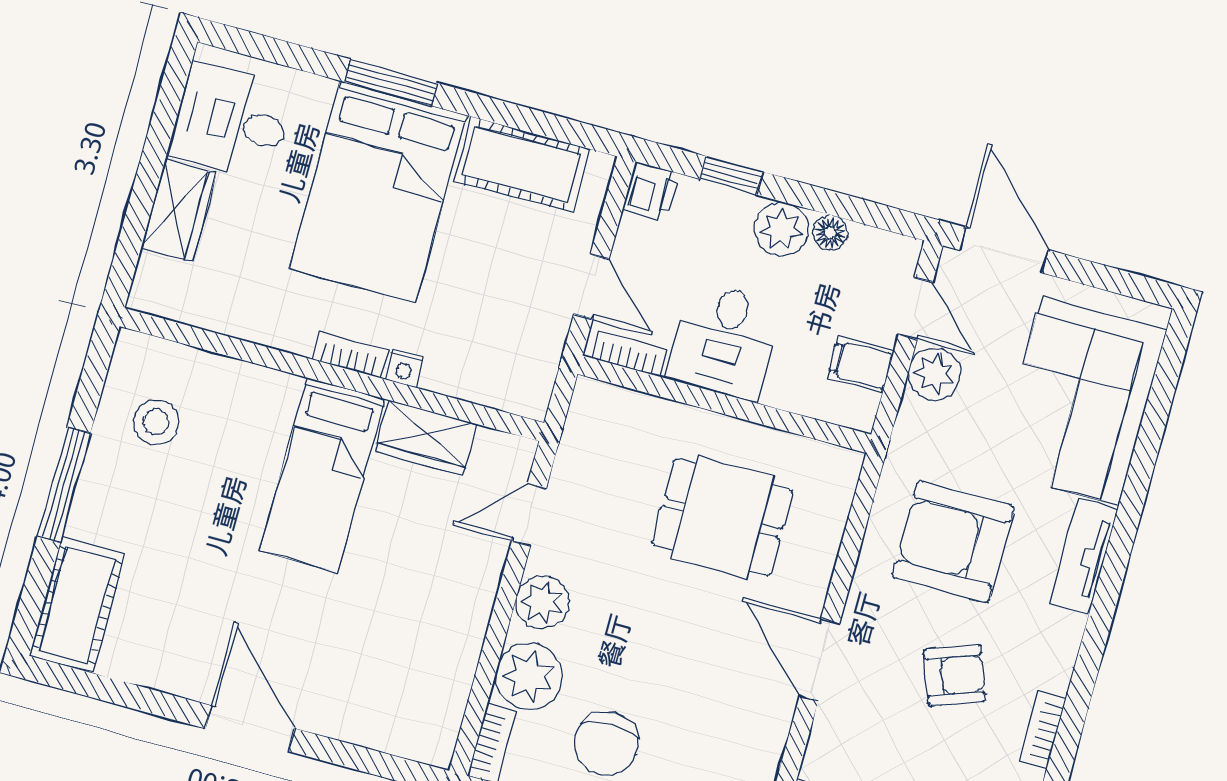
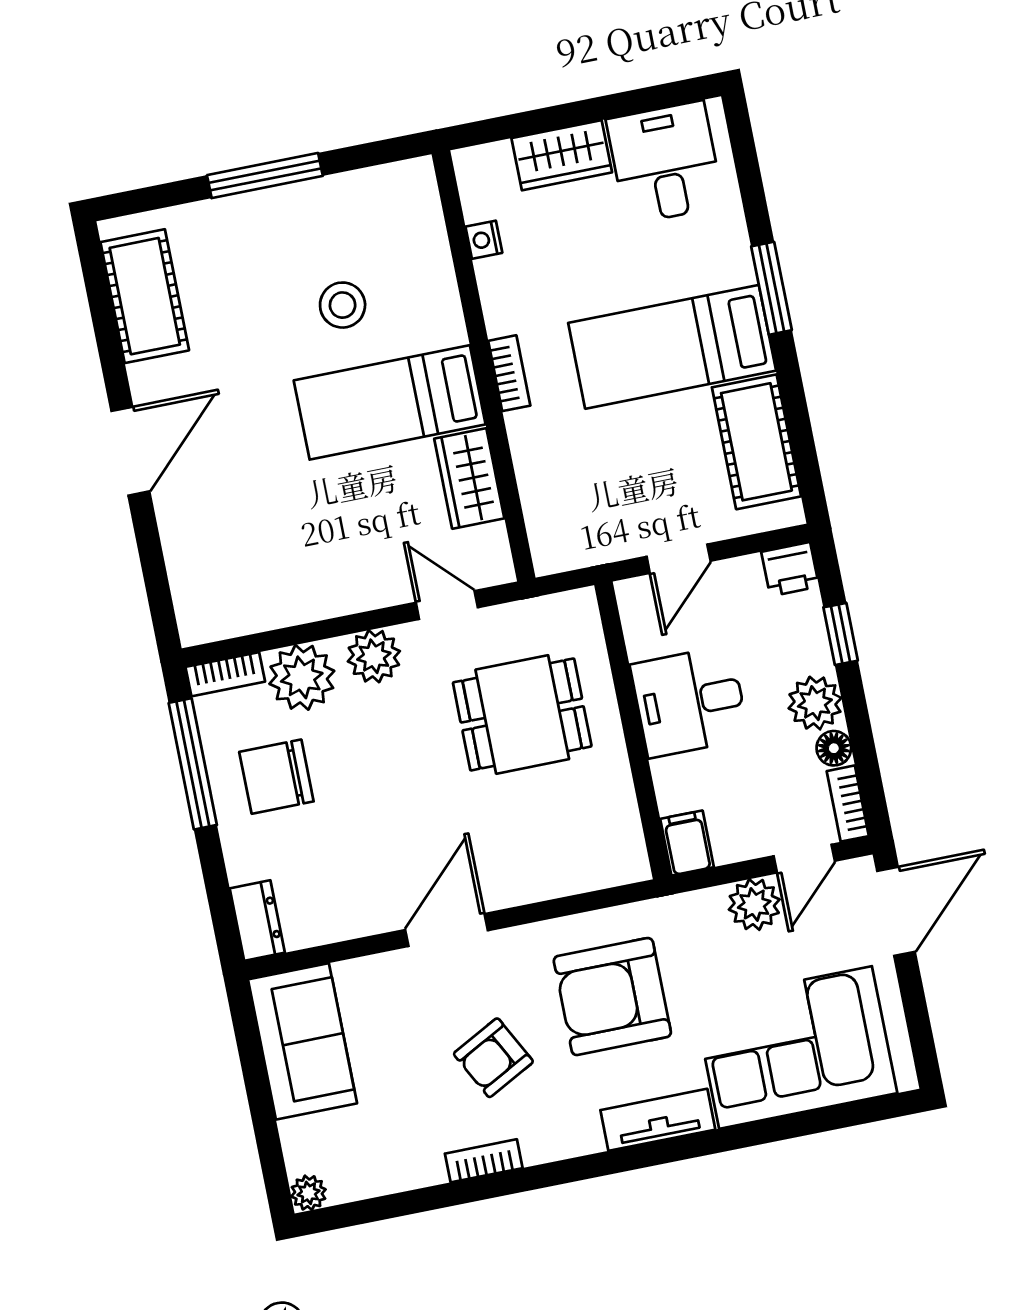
bed: (378, 192) -> (672, 347), width x0.67
bookcase: (629, 354) -> (848, 804), moved, turned 180
filing cabinet: (861, 365) -> (687, 843), moved
nightstand: (404, 369) -> (484, 240), moved
stool: (156, 422) -> (343, 305), moved
dining table: (722, 517) -> (522, 714), moved, turned 90
armchair: (953, 542) -> (612, 997), turned -90
cot: (77, 605) -> (145, 296), moved, turned 90
armchair: (955, 675) -> (493, 1058), turned 82

